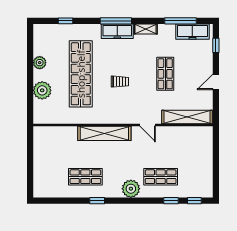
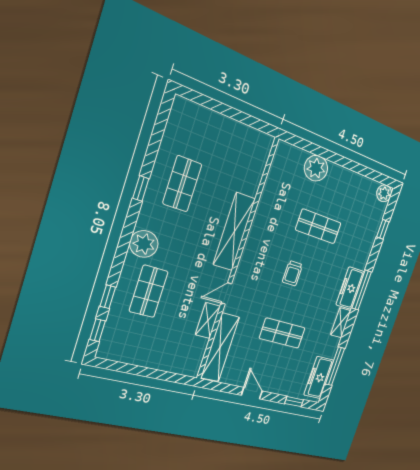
plant: (40, 63) -> (384, 193), moved
shop shelf: (81, 74) -> (318, 226), width x0.50, depth x0.74
shelving: (170, 132) -> (208, 321), added

